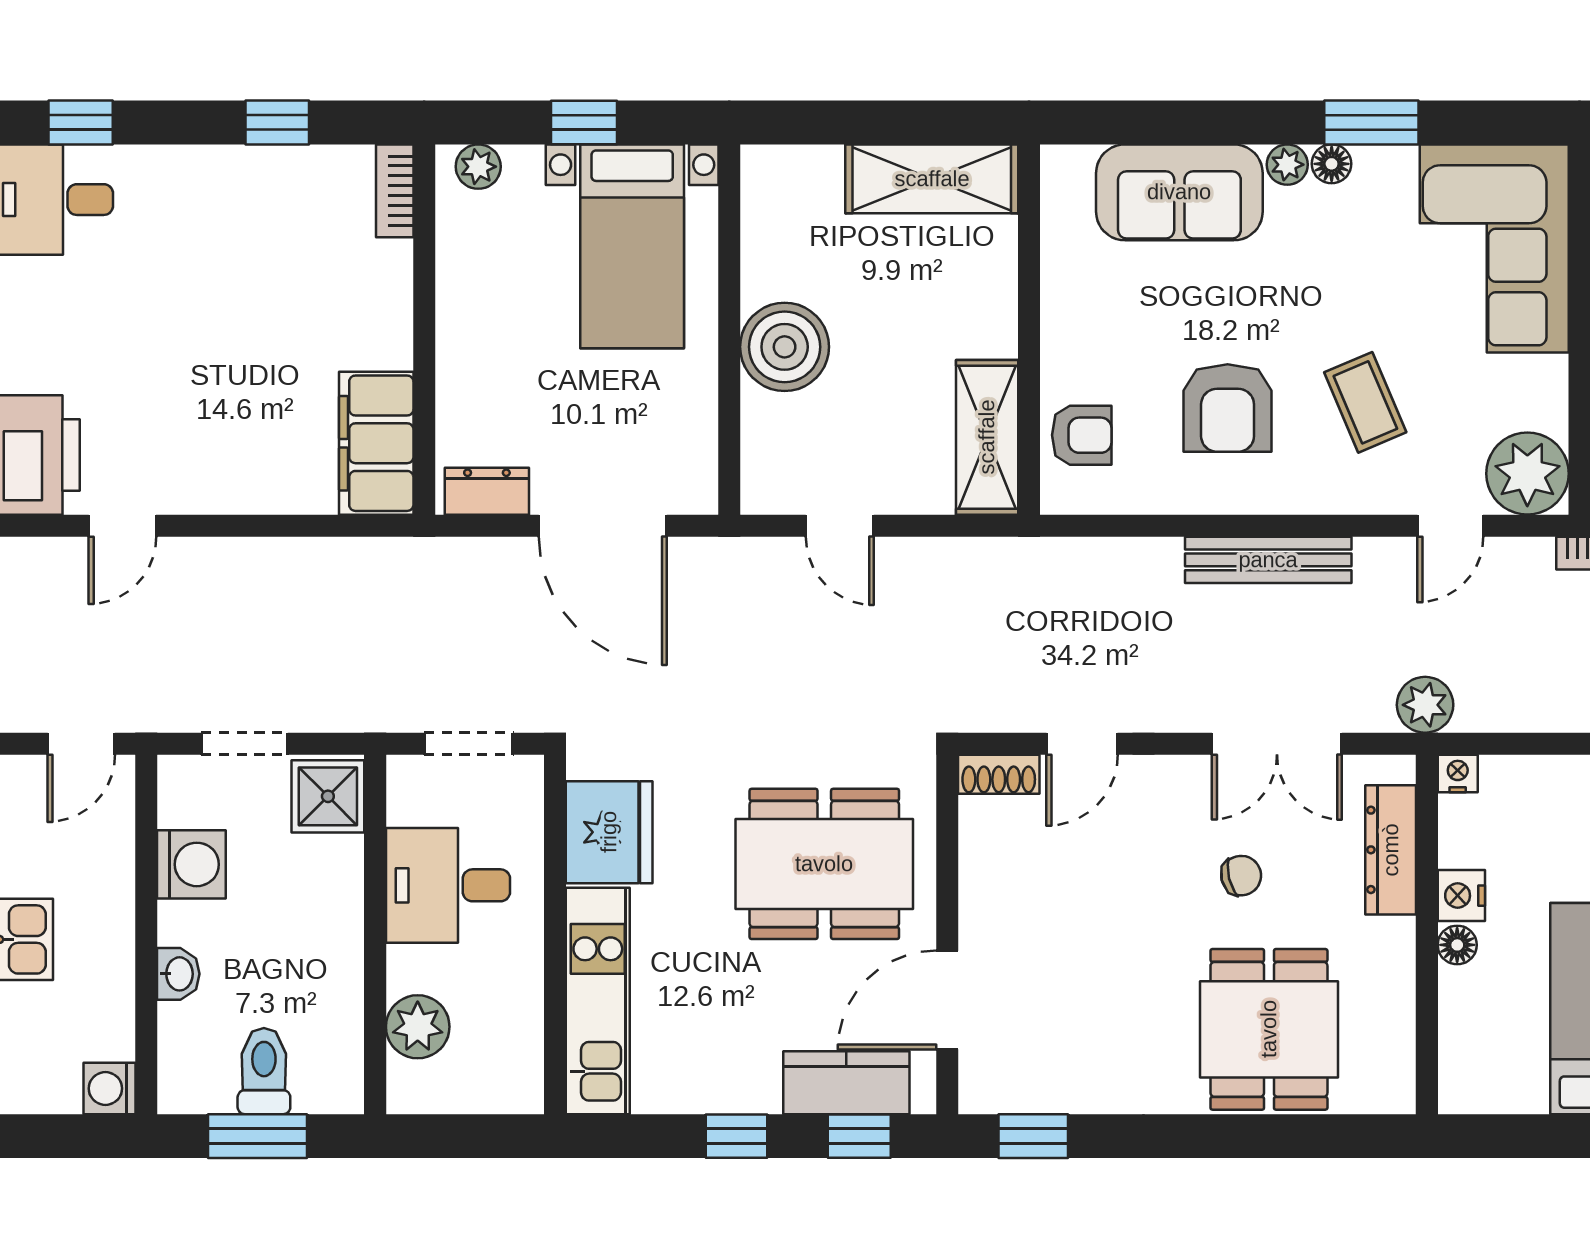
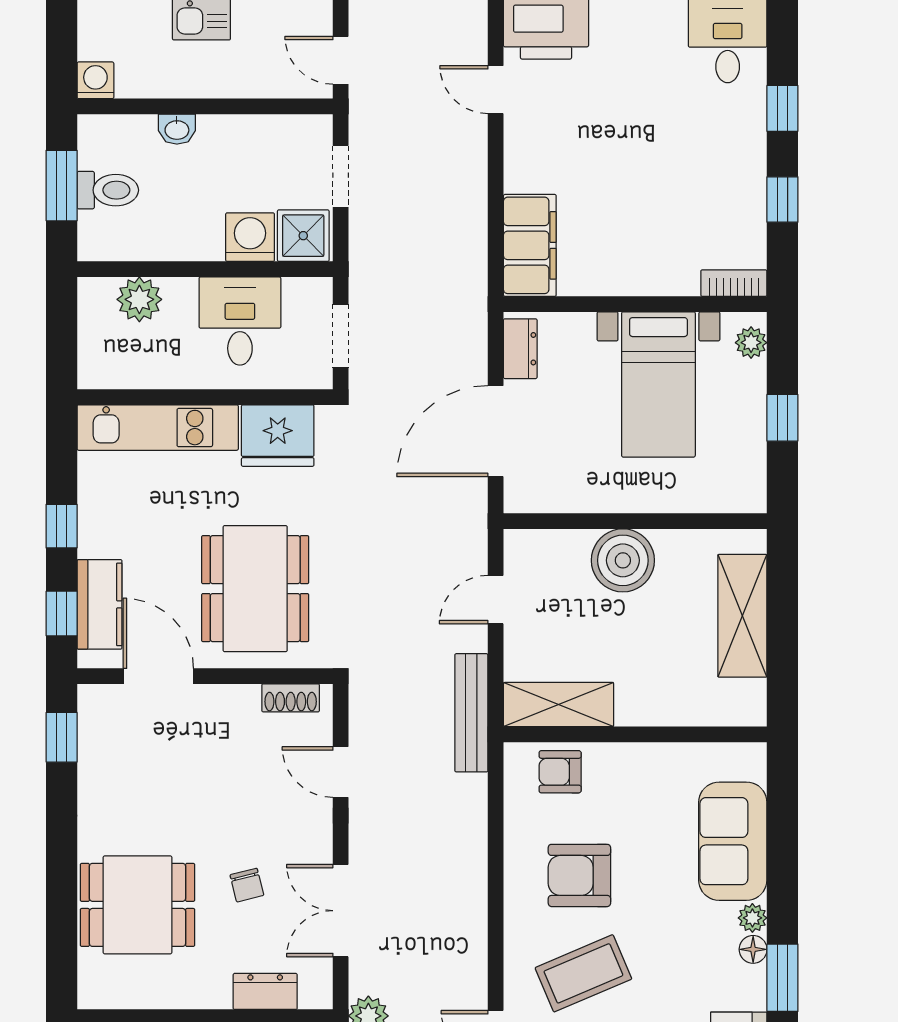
window: (81, 122) -> (782, 108), moved
shelving: (932, 179) -> (742, 616), moved
bed with nightstands: (632, 246) -> (658, 384), moved, turned -90
coffee table: (1365, 402) -> (583, 973), width x1.36, depth x1.30
armchair: (1082, 435) -> (560, 772), turned 90
filing cabinet: (376, 443) -> (530, 245), moved, turned 90
bench: (1268, 560) -> (471, 713), moved
shoe rack: (999, 774) -> (291, 698), moved, turned -90
dresser: (1391, 850) -> (265, 991), width x0.70
washing machine: (191, 864) -> (250, 237), moved, turned 180

